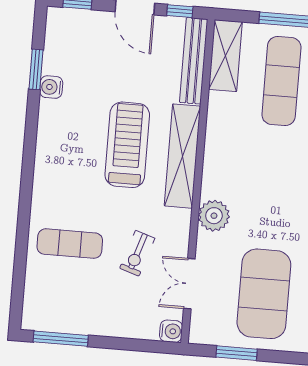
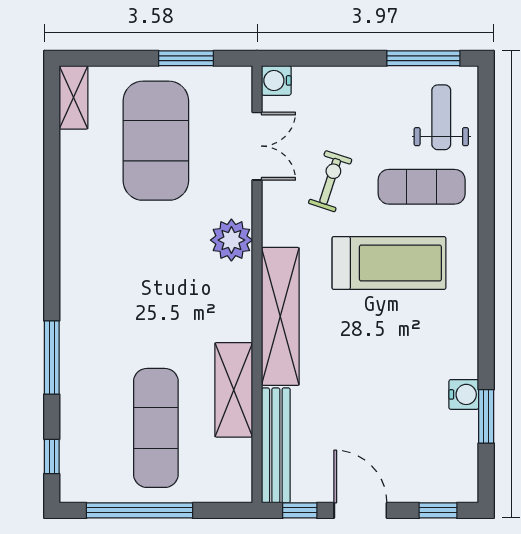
shelving: (225, 56) -> (234, 390), moved
treadmill: (127, 145) -> (389, 263), moved, turned -90
weight bench: (51, 294) -> (441, 117), added

